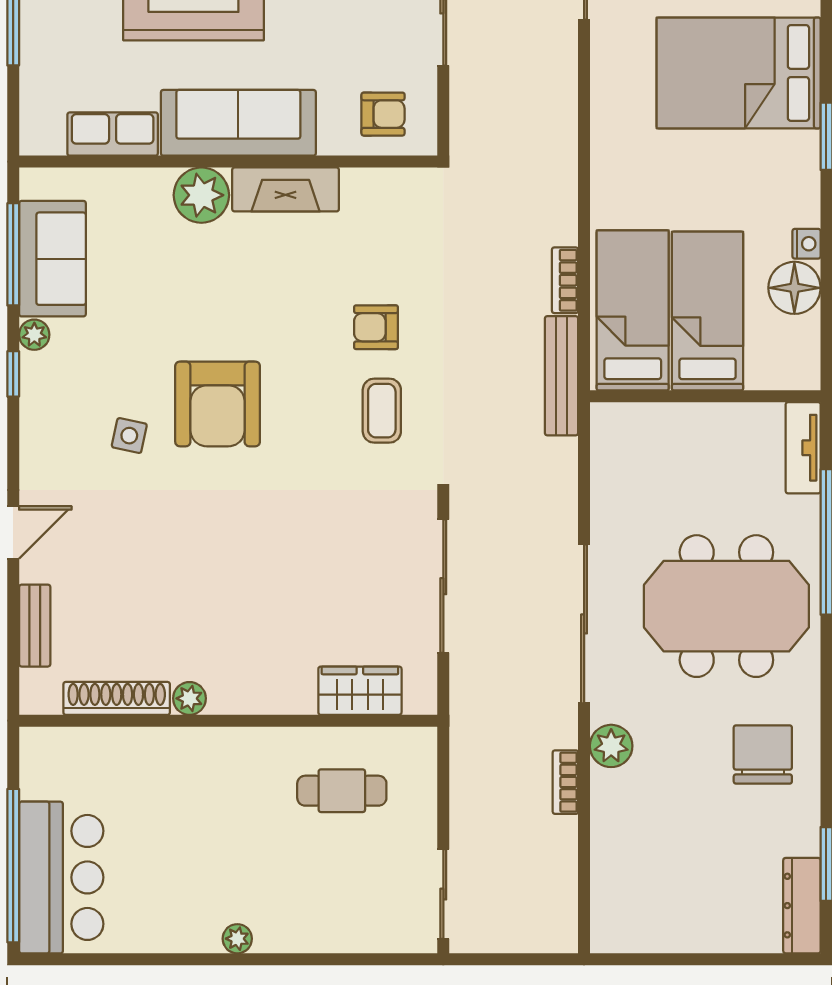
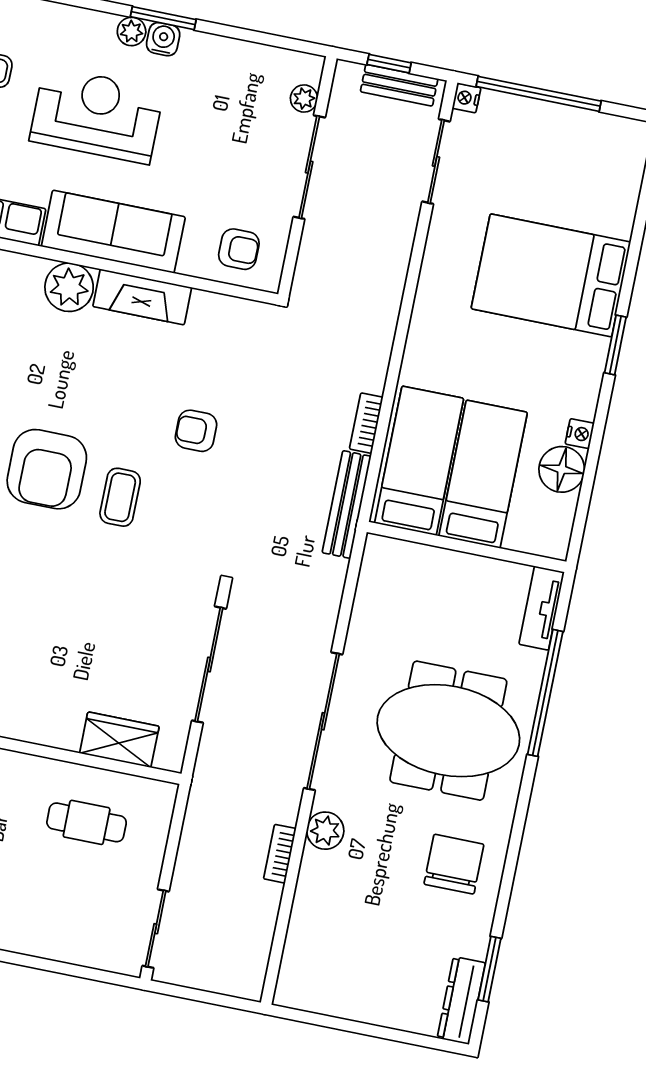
coffee table: (382, 411) -> (120, 497), moved

